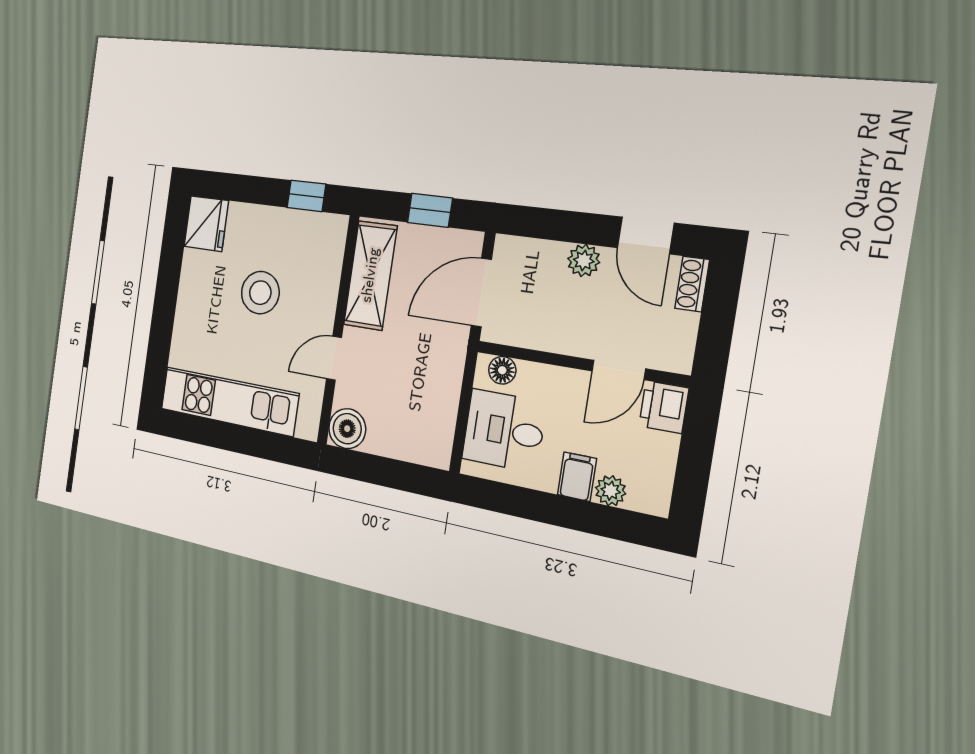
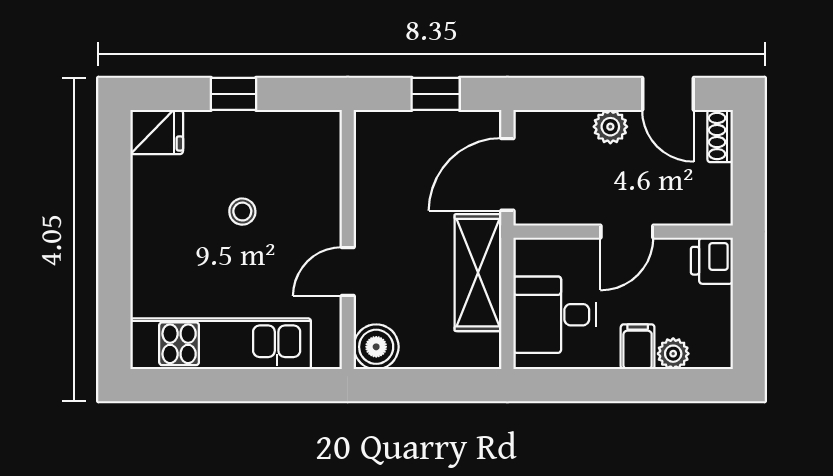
window: (306, 196) -> (233, 94), moved
fridge: (206, 224) -> (157, 132), width x0.72
shelving: (370, 275) -> (478, 273), moved
stool: (260, 293) -> (242, 212), width x0.53, depth x0.53
floor lamp: (502, 370) -> (543, 252), removed
door: (619, 370) -> (627, 232), moved

